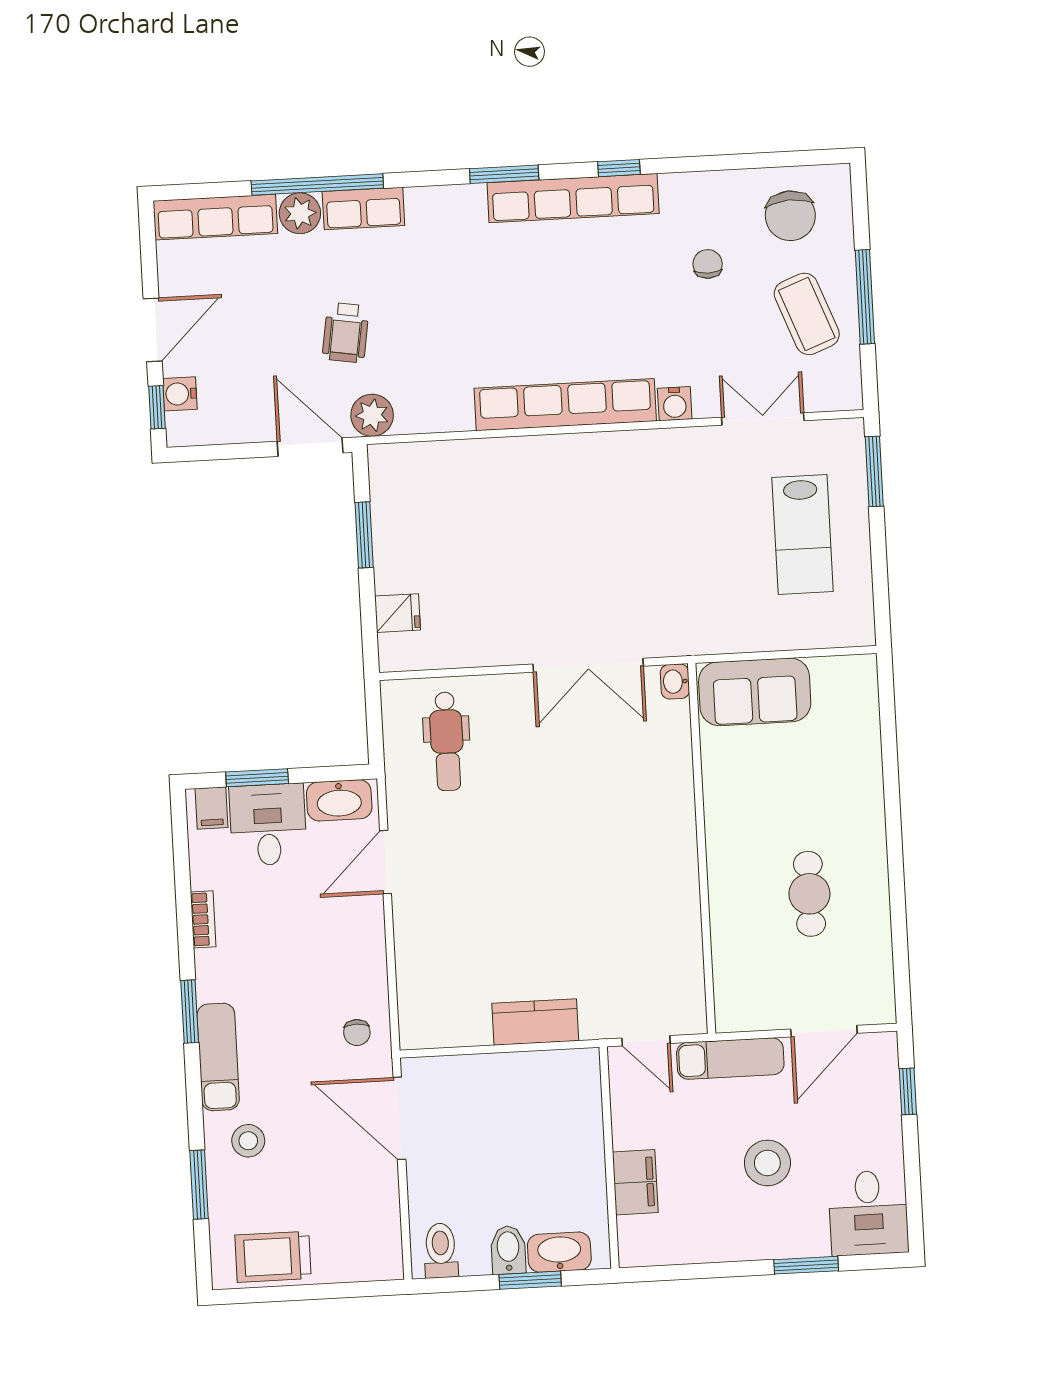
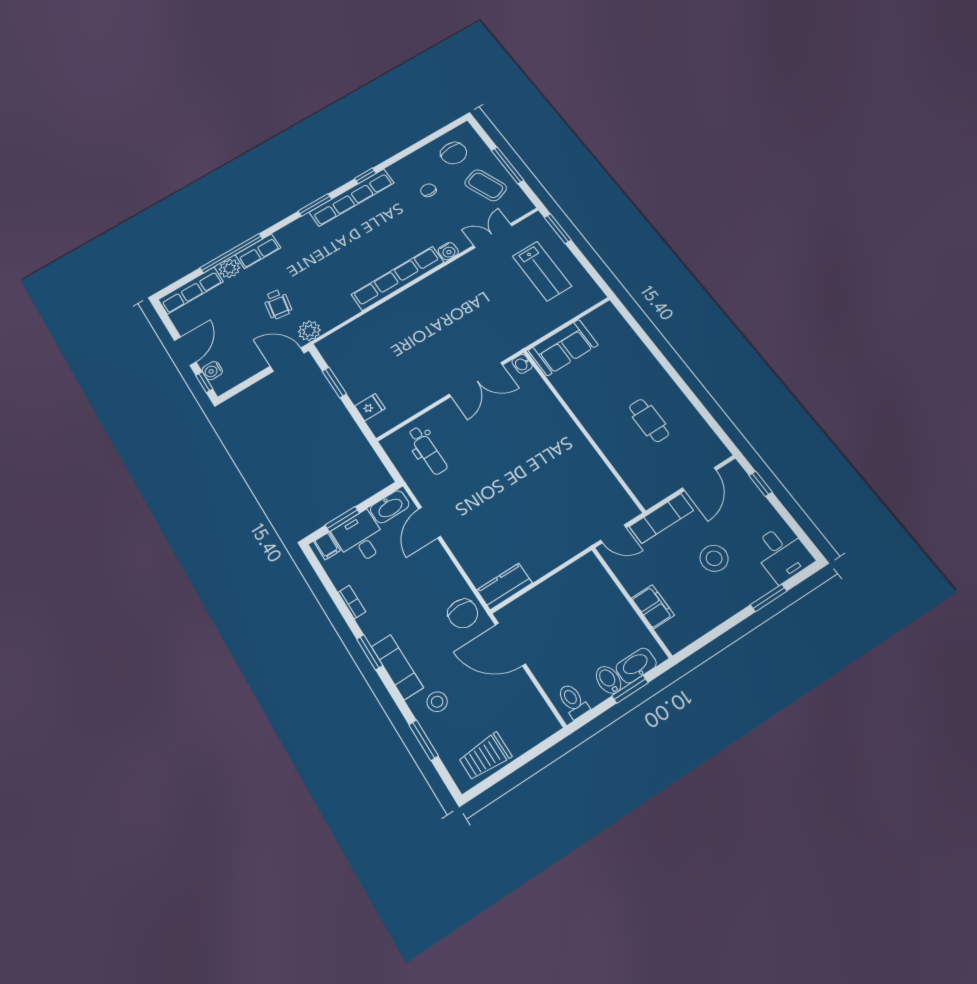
kitchen counter: (535, 1022) -> (505, 586), moved
chair: (357, 1033) -> (463, 614), width x1.87, depth x1.87

